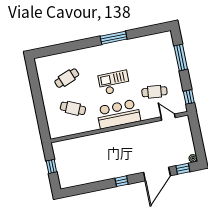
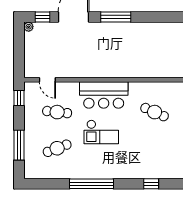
window: (114, 38) -> (91, 184), width x1.46
window: (64, 48) -> (151, 184), added
cafe table: (67, 78) -> (57, 148), moved
window: (122, 181) -> (116, 17), width x2.17

